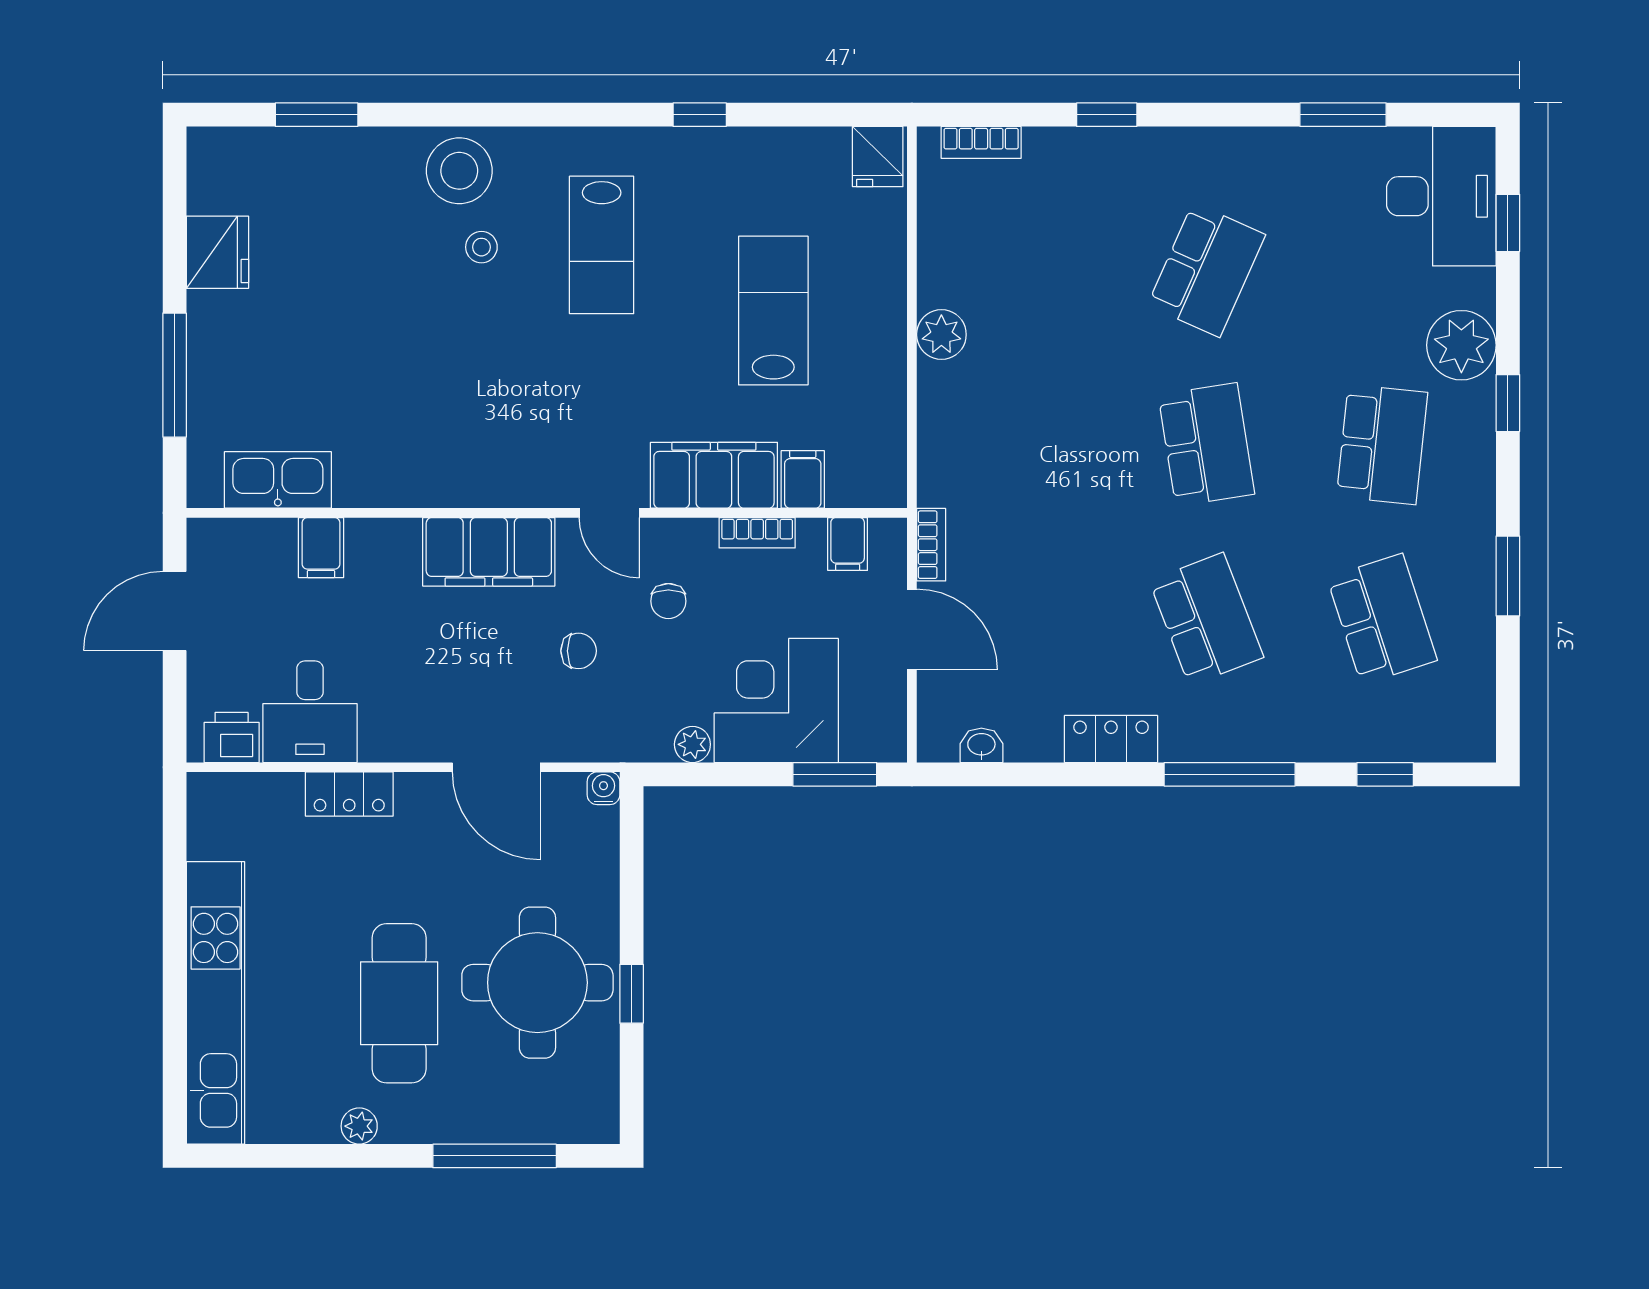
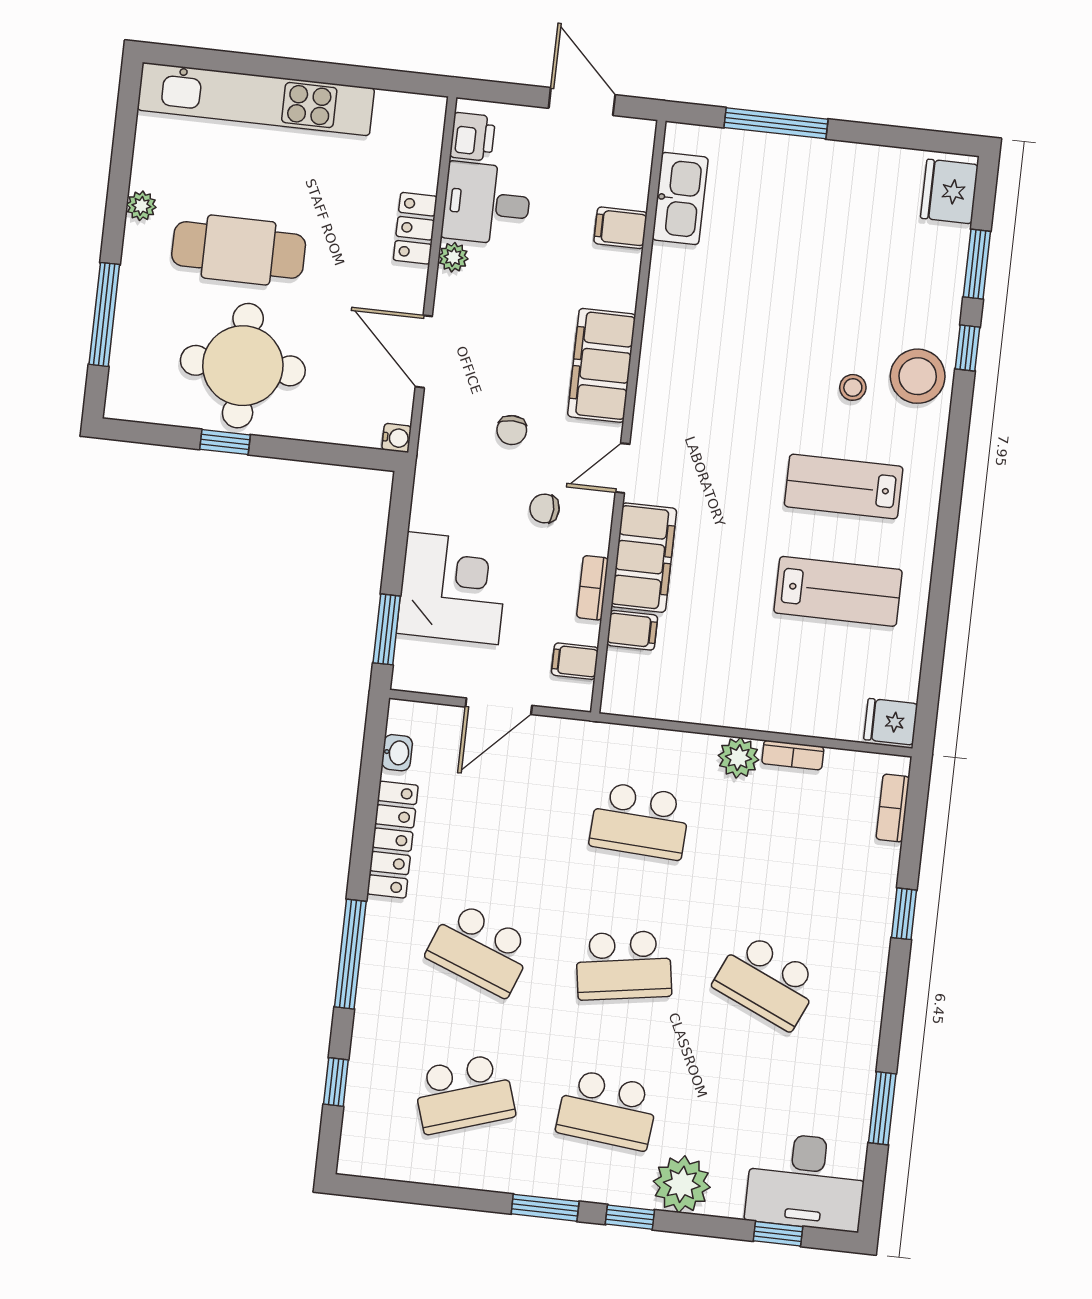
window: (700, 115) -> (968, 348), moved
fridge: (217, 252) -> (949, 191), moved, turned 90
lab bench: (773, 311) -> (838, 591), moved
school desk: (1031, 444) -> (640, 821), added
bookcase: (931, 545) -> (793, 755), moved
window: (1508, 576) -> (545, 1208), moved
school desk: (1206, 619) -> (480, 949), turned 42
locker: (1111, 739) -> (393, 840), width x1.53
plant: (692, 744) -> (453, 257), moved
door: (496, 767) -> (424, 352), hinge flipped

